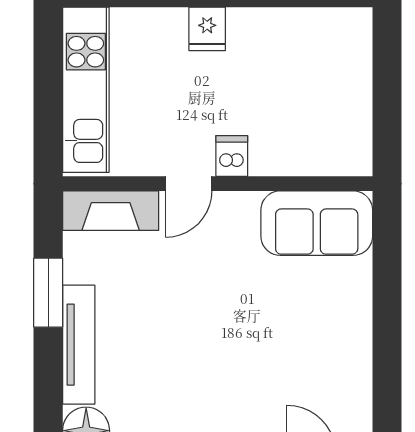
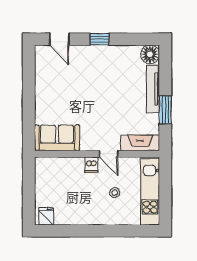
fridge: (207, 29) -> (46, 216), moved
stool: (173, 87) -> (115, 193), added
door: (189, 184) -> (109, 154), swing flipped

